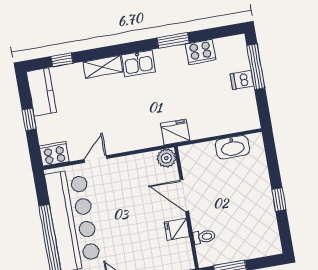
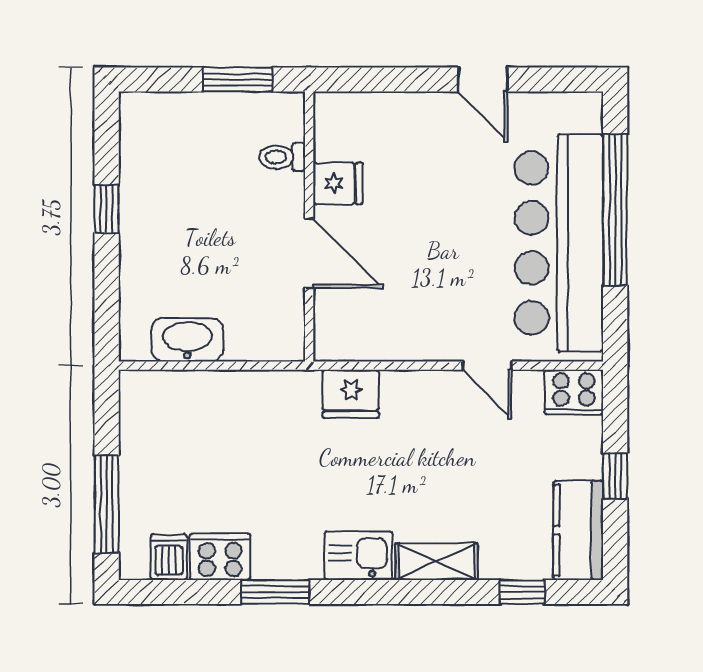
dishwasher: (242, 80) -> (169, 557), moved, turned -90
fridge: (175, 132) -> (351, 394), moved
plant: (166, 158) -> (334, 341), removed
door: (95, 159) -> (487, 366), hinge flipped

